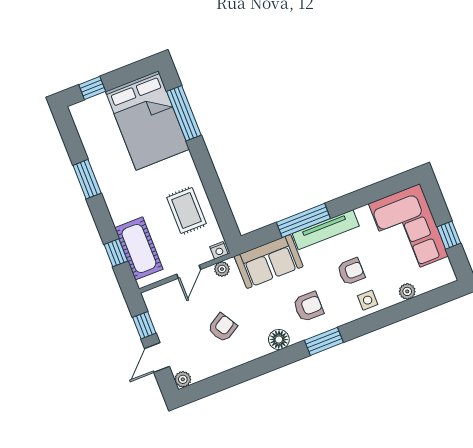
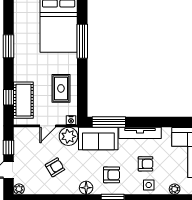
window: (184, 113) -> (82, 41), moved
window: (303, 220) -> (109, 122), moved
plant: (222, 269) -> (68, 136), width x1.88, depth x1.88

